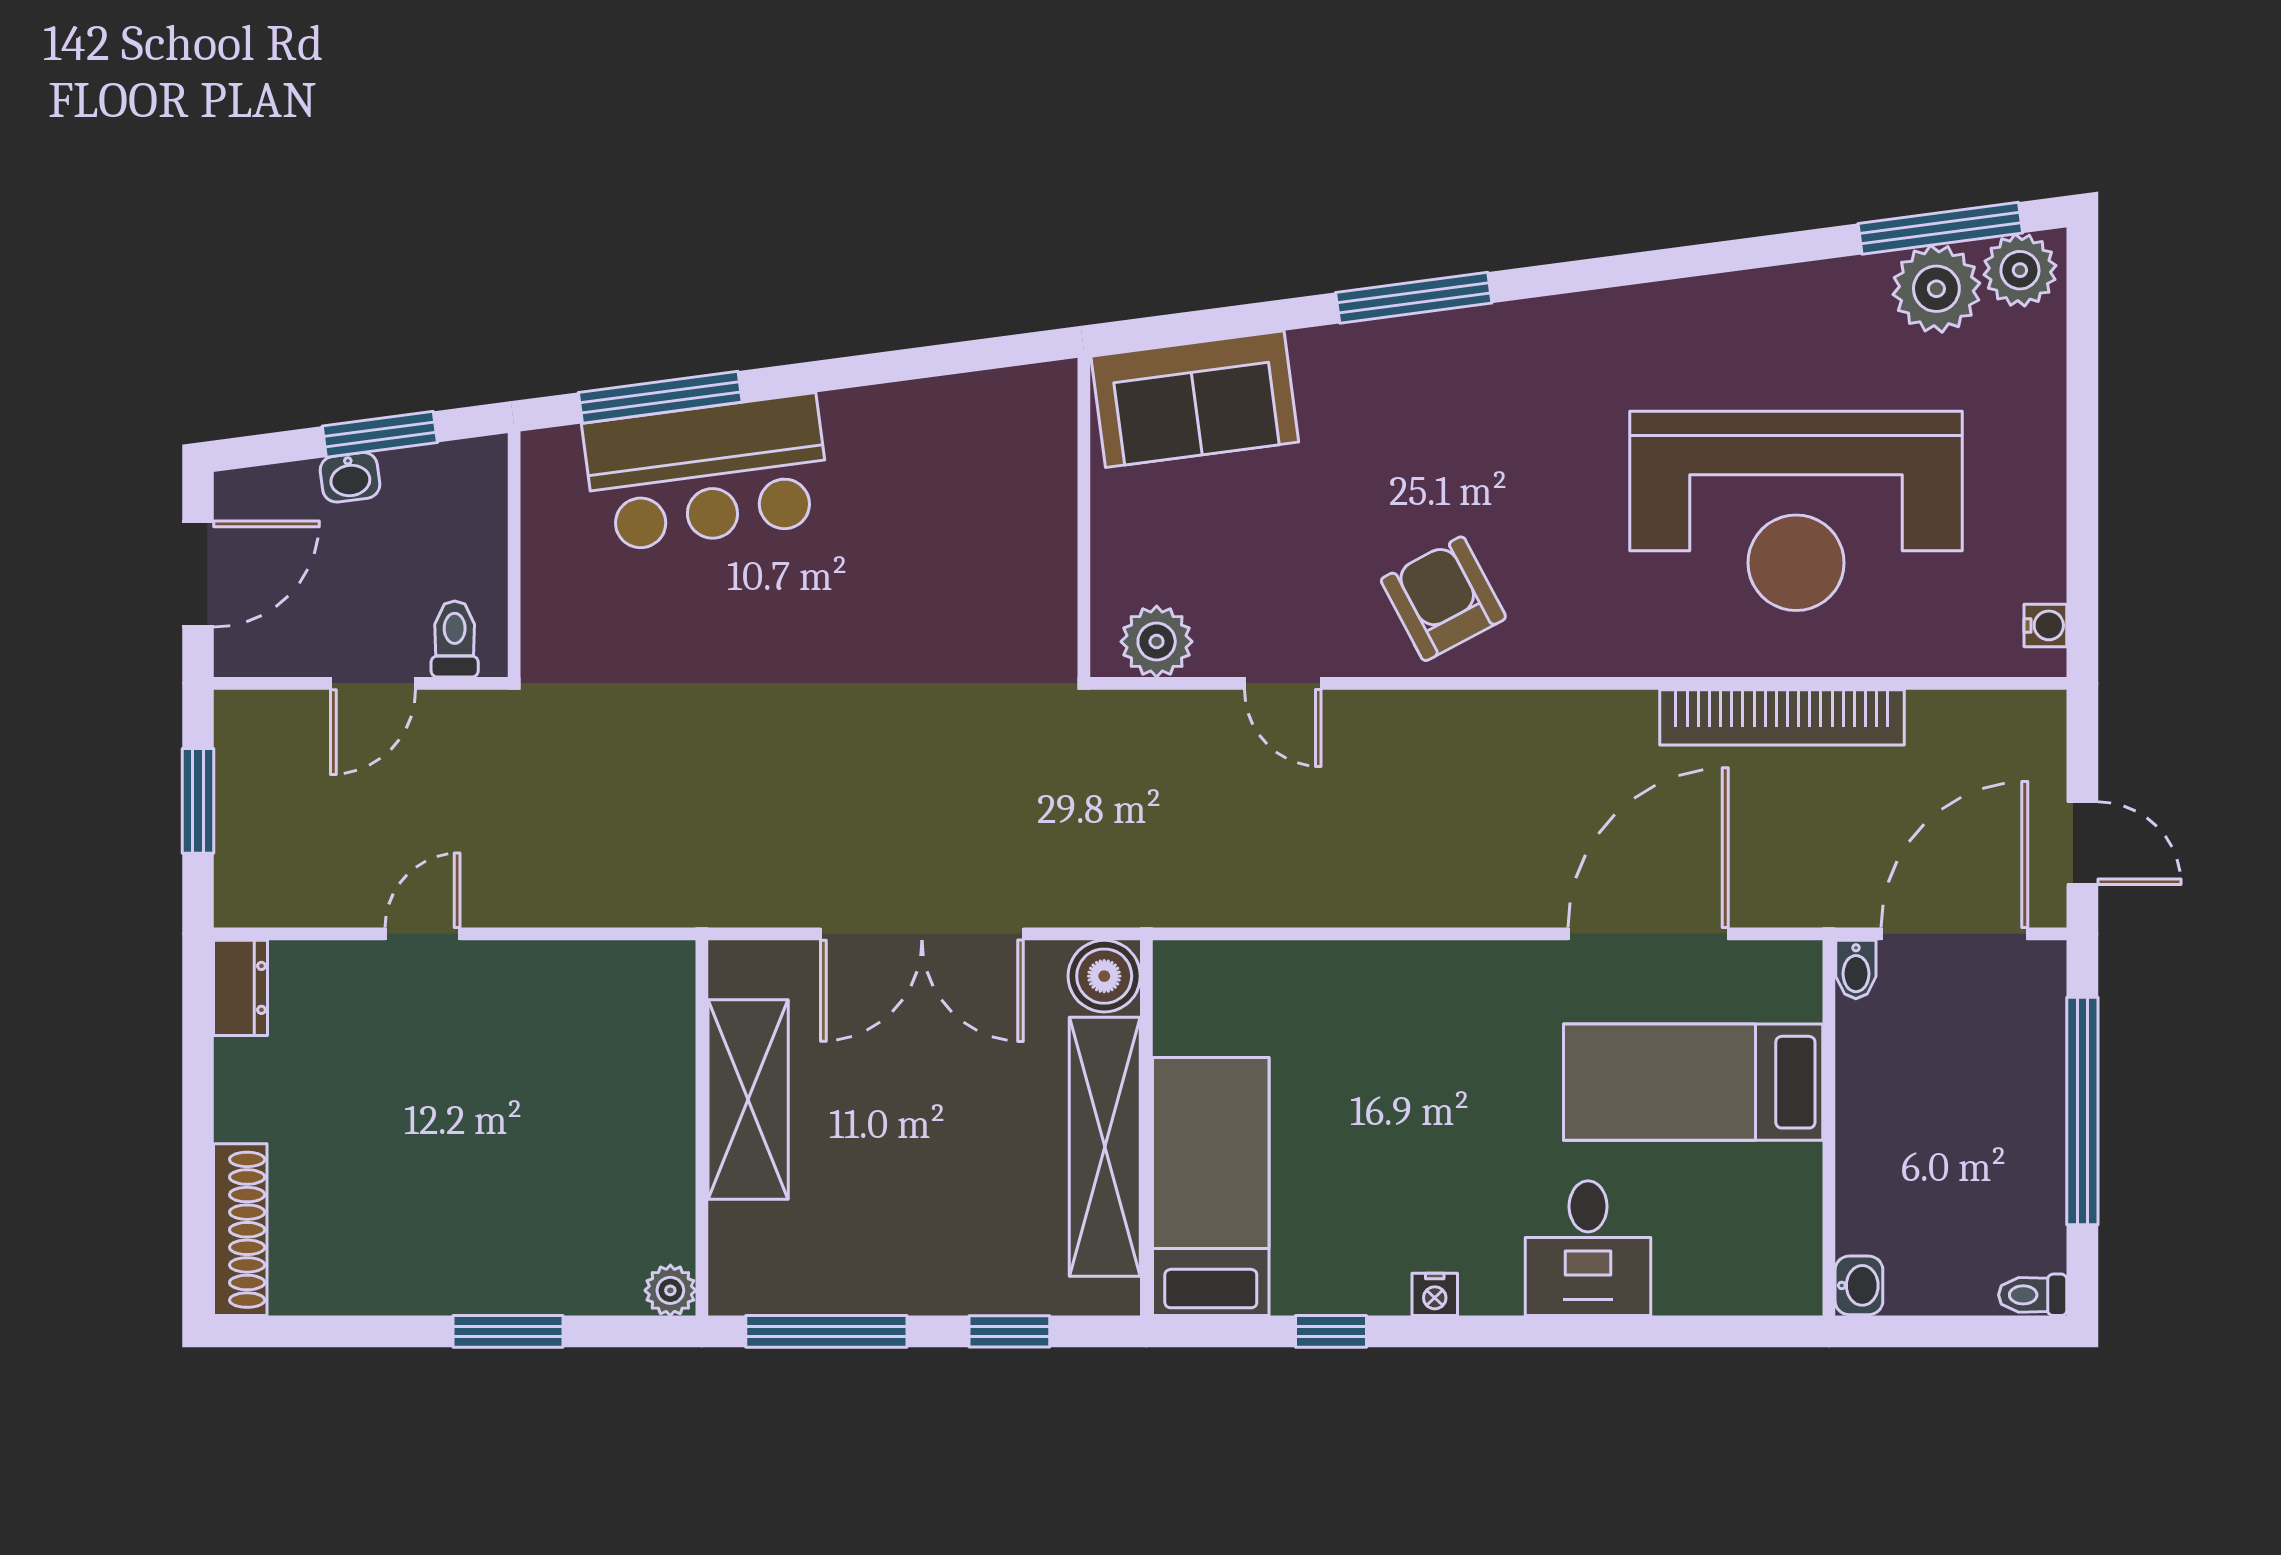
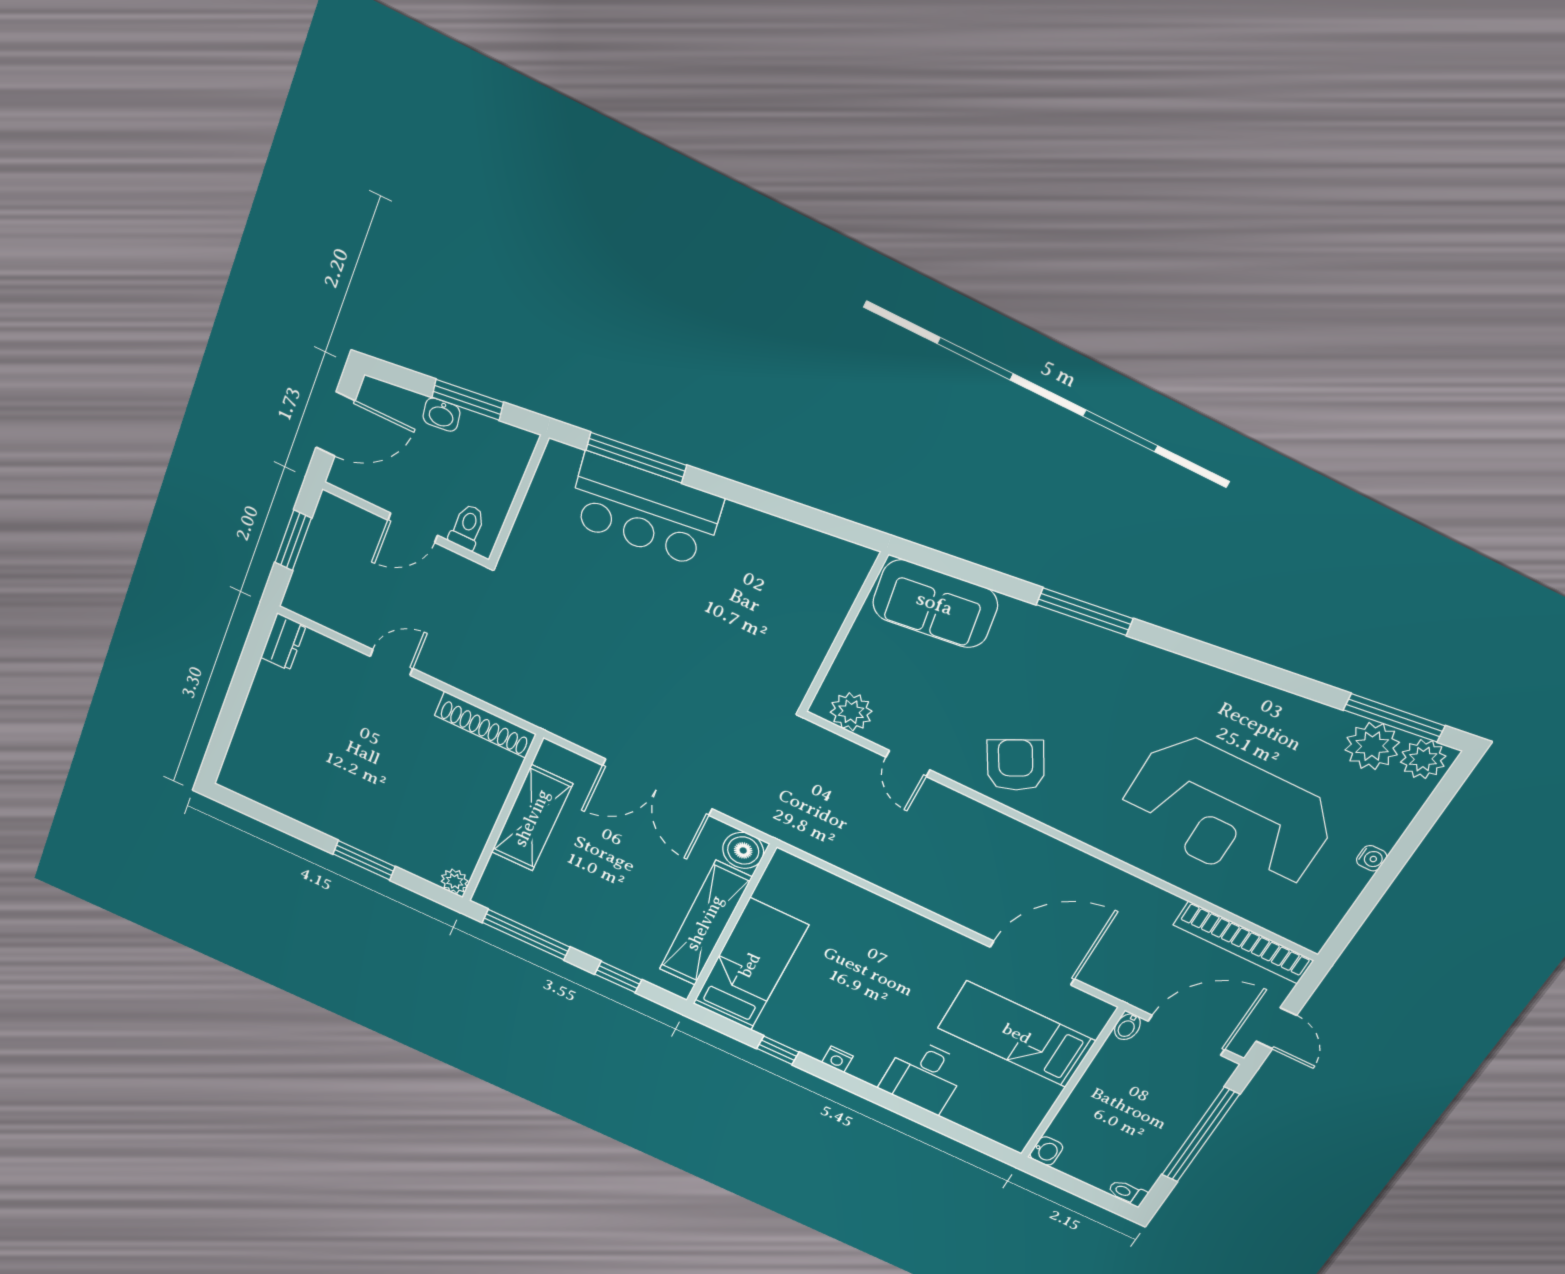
water cooler: (2045, 625) -> (1372, 858), moved
bookcase: (1782, 717) -> (1243, 943), moved
shoe rack: (240, 1230) -> (485, 725), moved, turned 90

